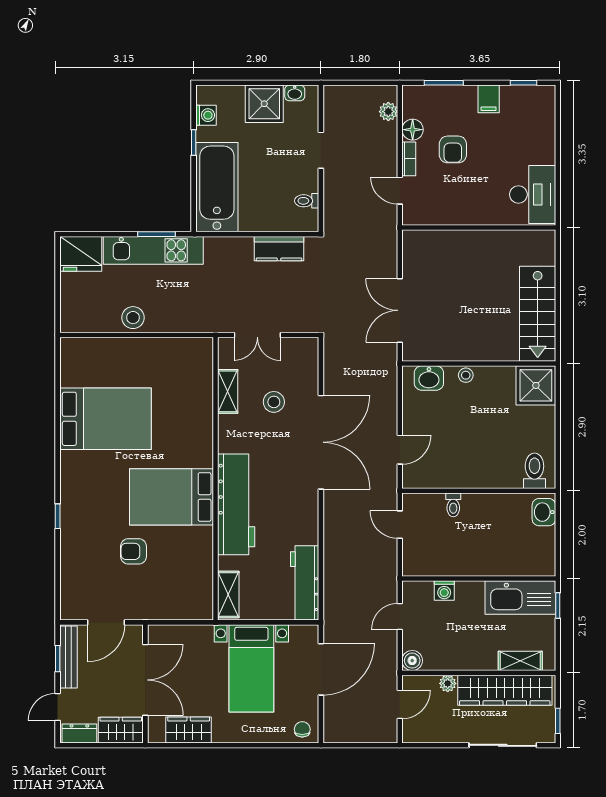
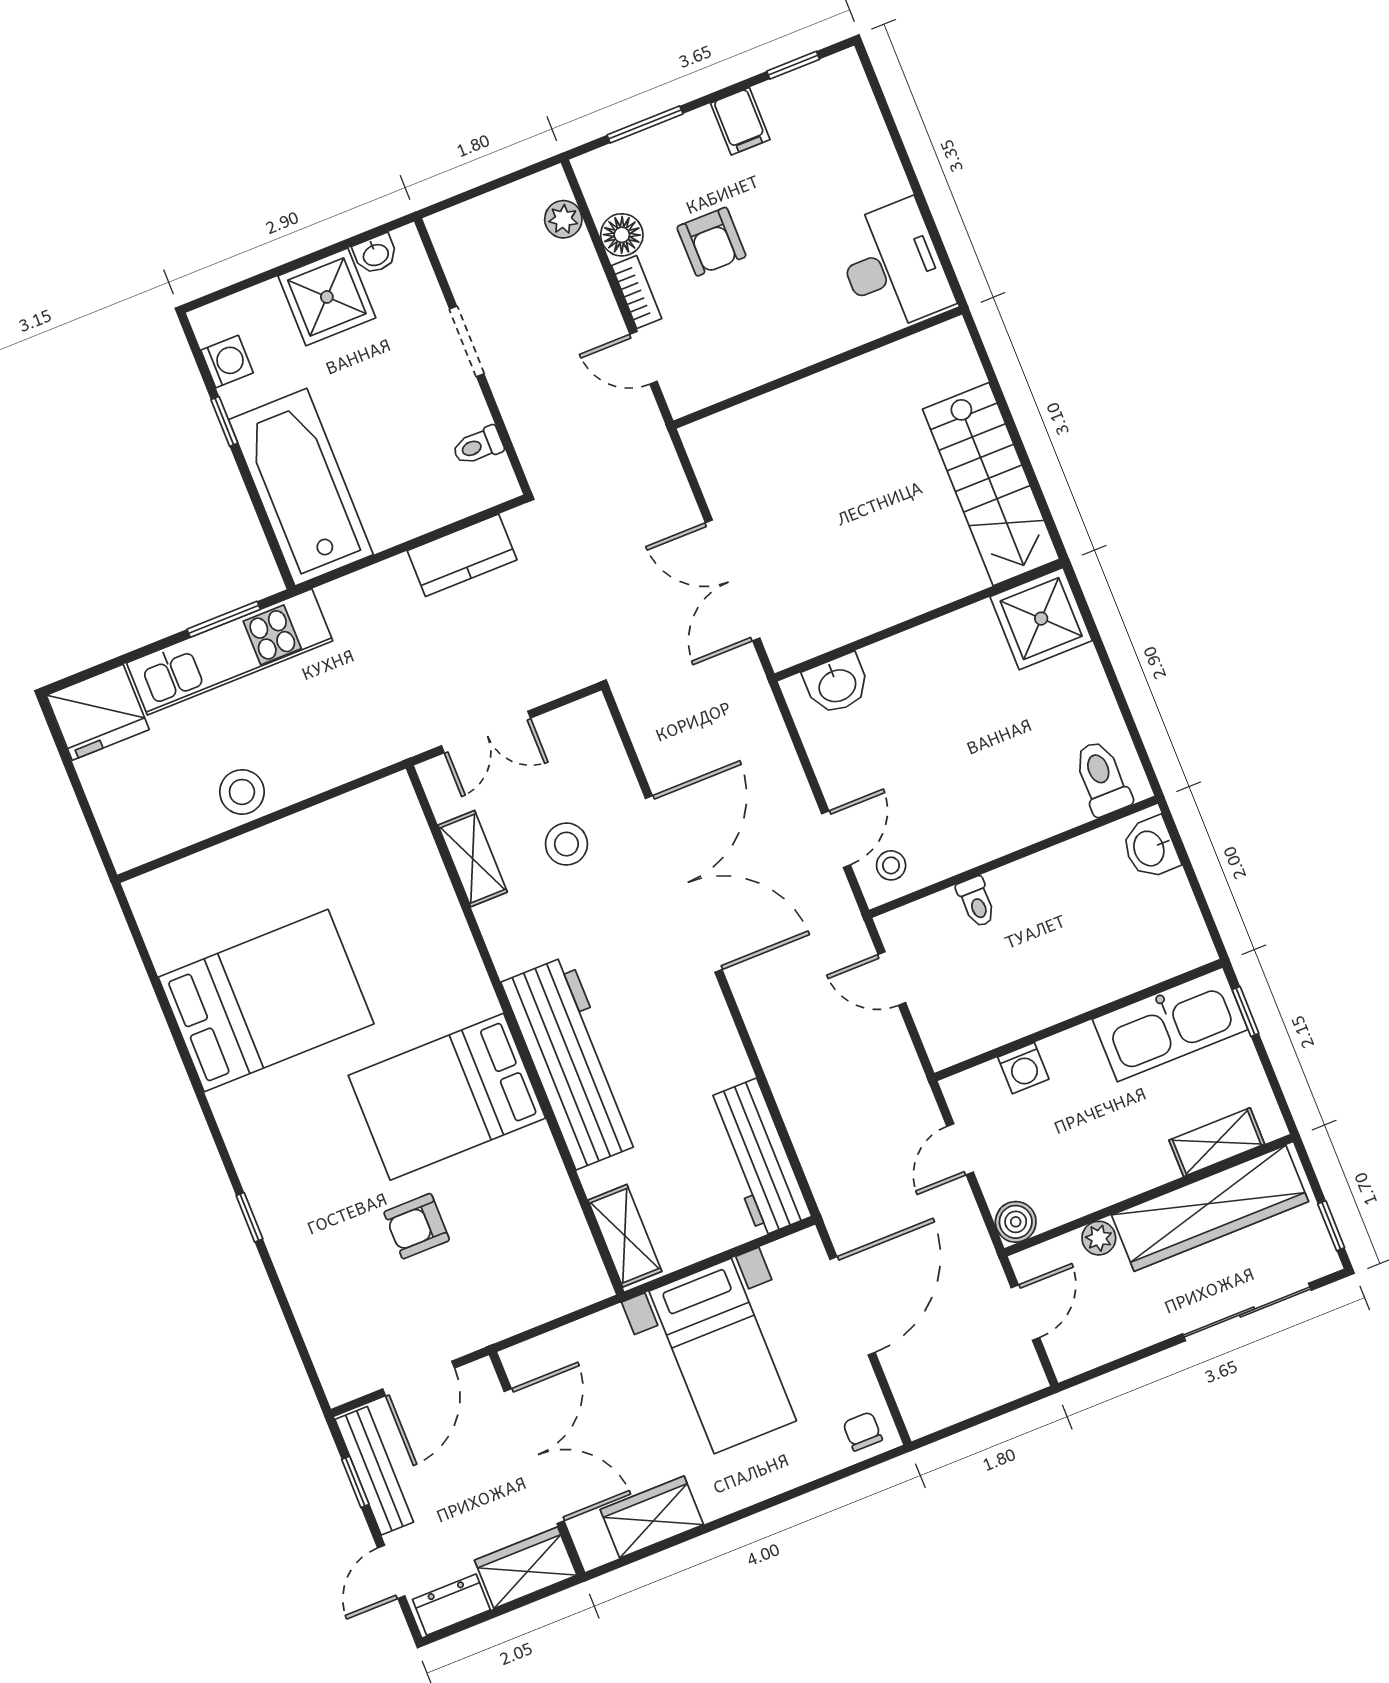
stool: (466, 375) -> (891, 865), moved

